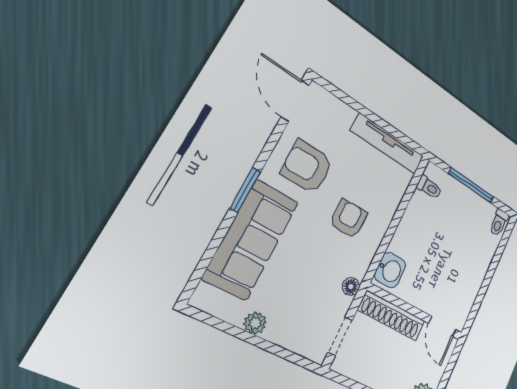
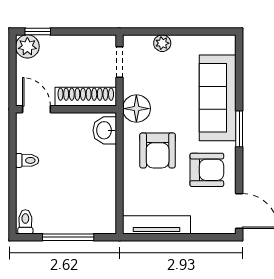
toilet: (429, 187) -> (27, 160), moved, turned 180
armchair: (348, 219) -> (158, 150), width x1.38, depth x1.38
floor lamp: (351, 287) -> (136, 109), width x1.89, depth x1.89
plant: (255, 323) -> (162, 43), moved

